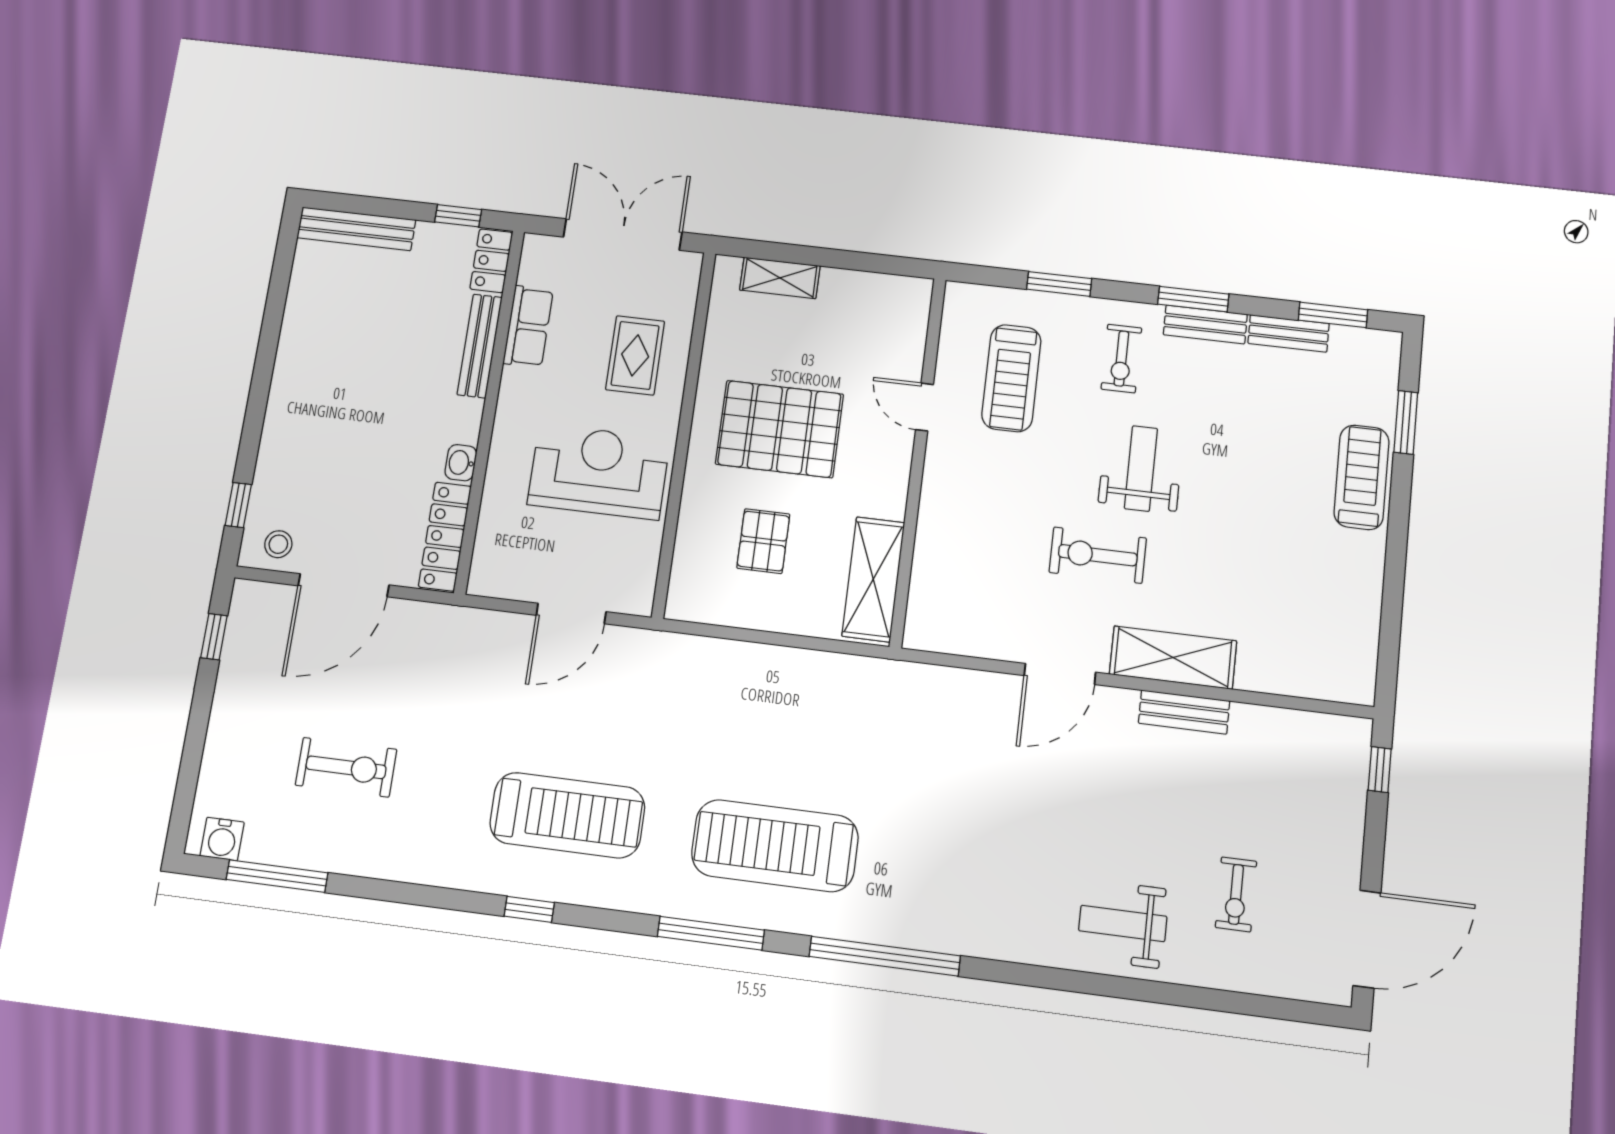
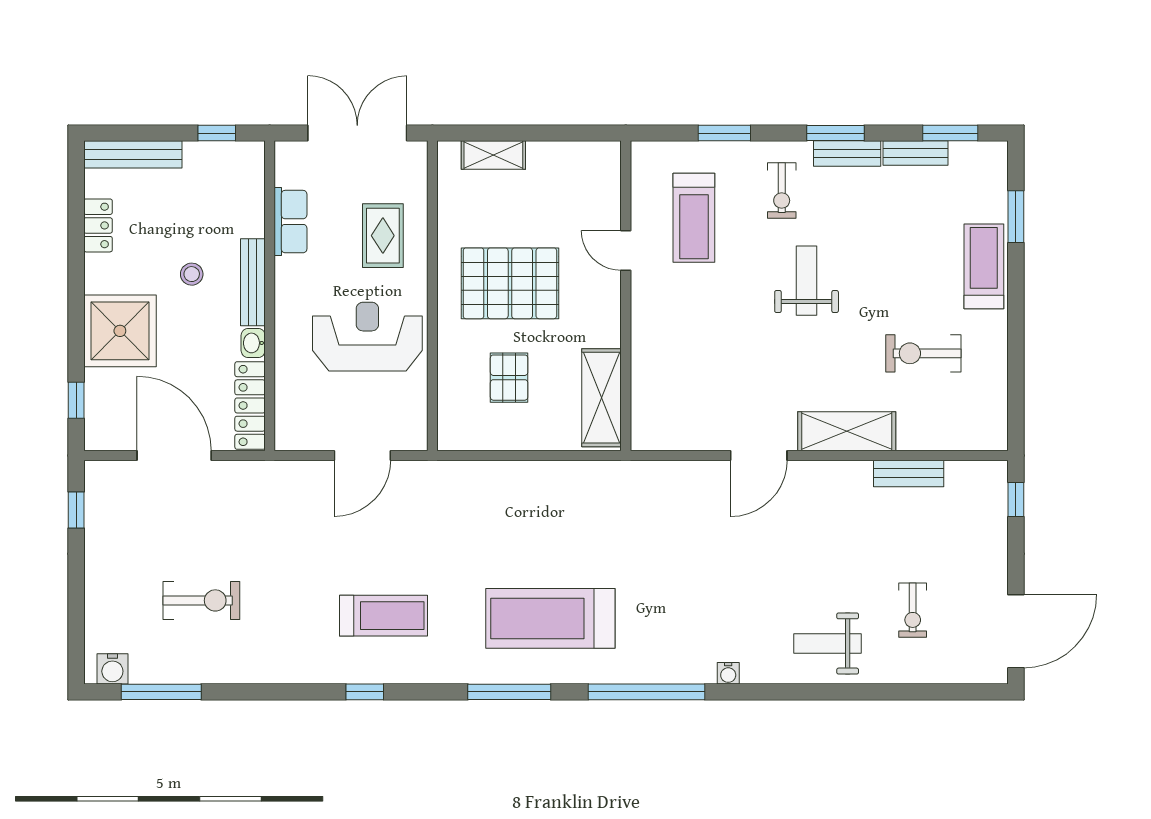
locker: (491, 261) -> (98, 225), moved, turned 180
bench: (480, 346) -> (253, 282), moved
shower: (305, 430) -> (120, 331), added
stool: (278, 544) -> (192, 274), moved
exercise bike: (1098, 555) -> (923, 353), moved
door: (344, 585) -> (174, 455), swing flipped
bench: (1184, 712) -> (909, 473), moved
treadmill: (567, 815) -> (383, 616), width x0.73, depth x0.73
water cooler: (992, 946) -> (728, 673), added

